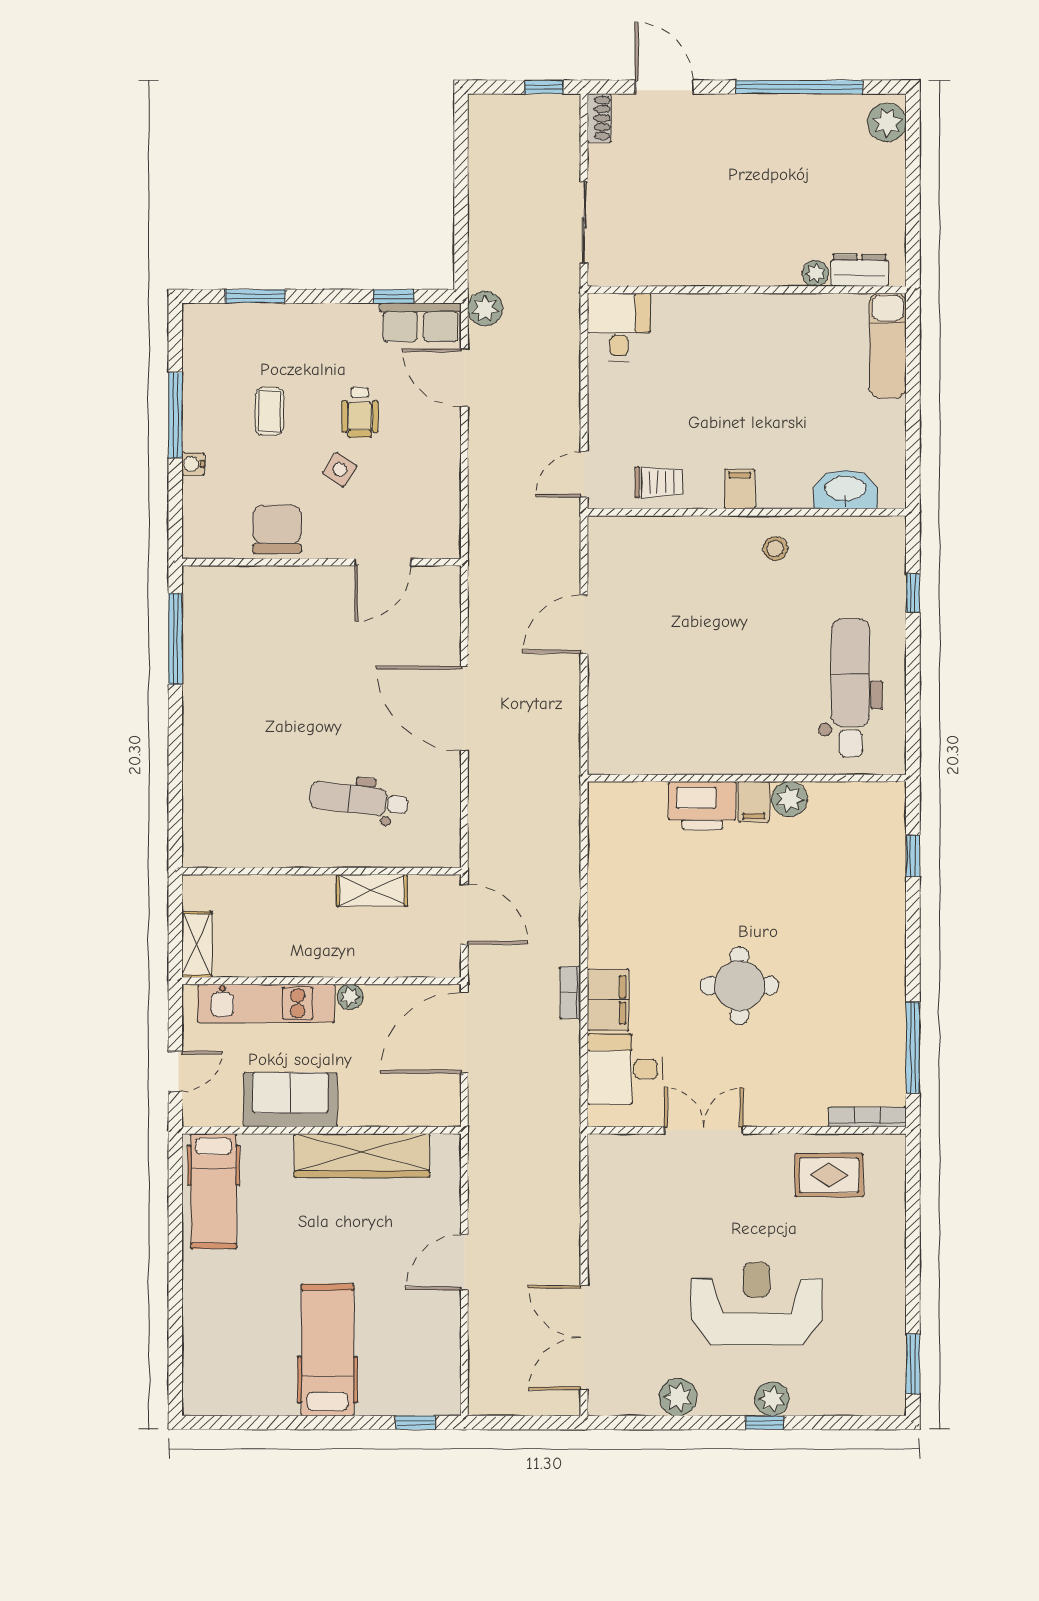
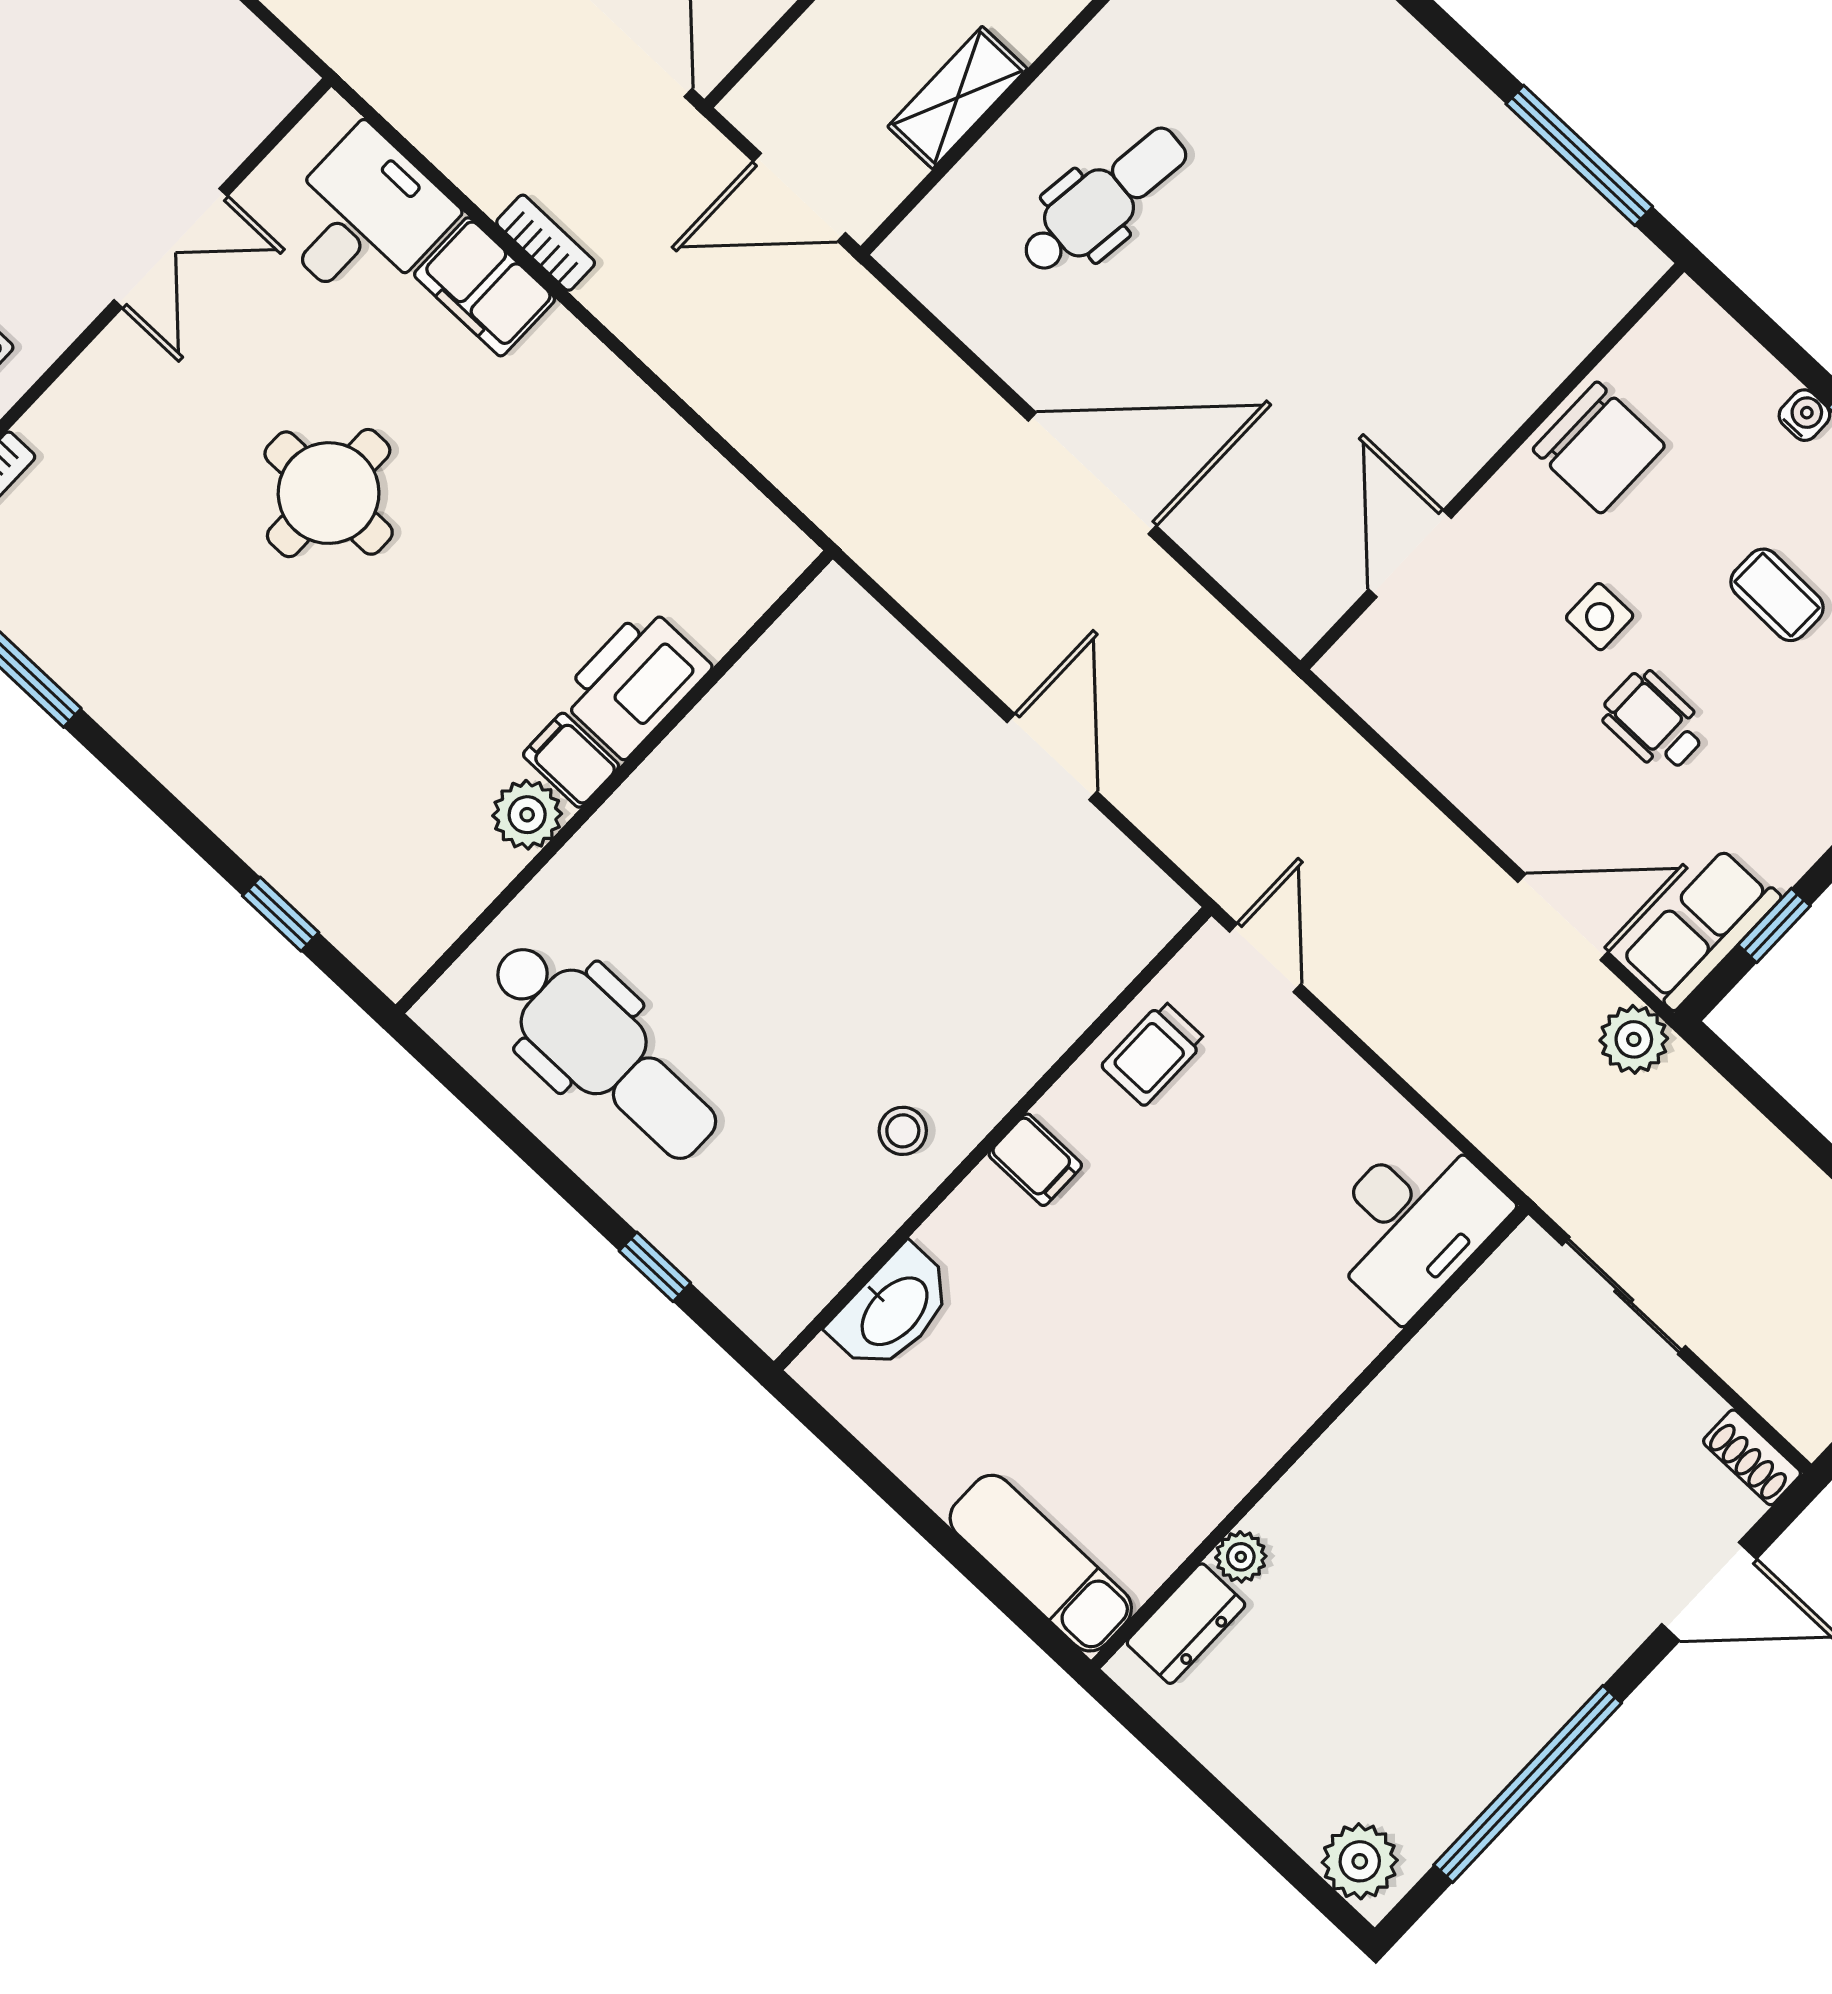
desk: (619, 327) -> (1412, 1222), width x1.37
side table: (340, 470) -> (1600, 617), turned -34

